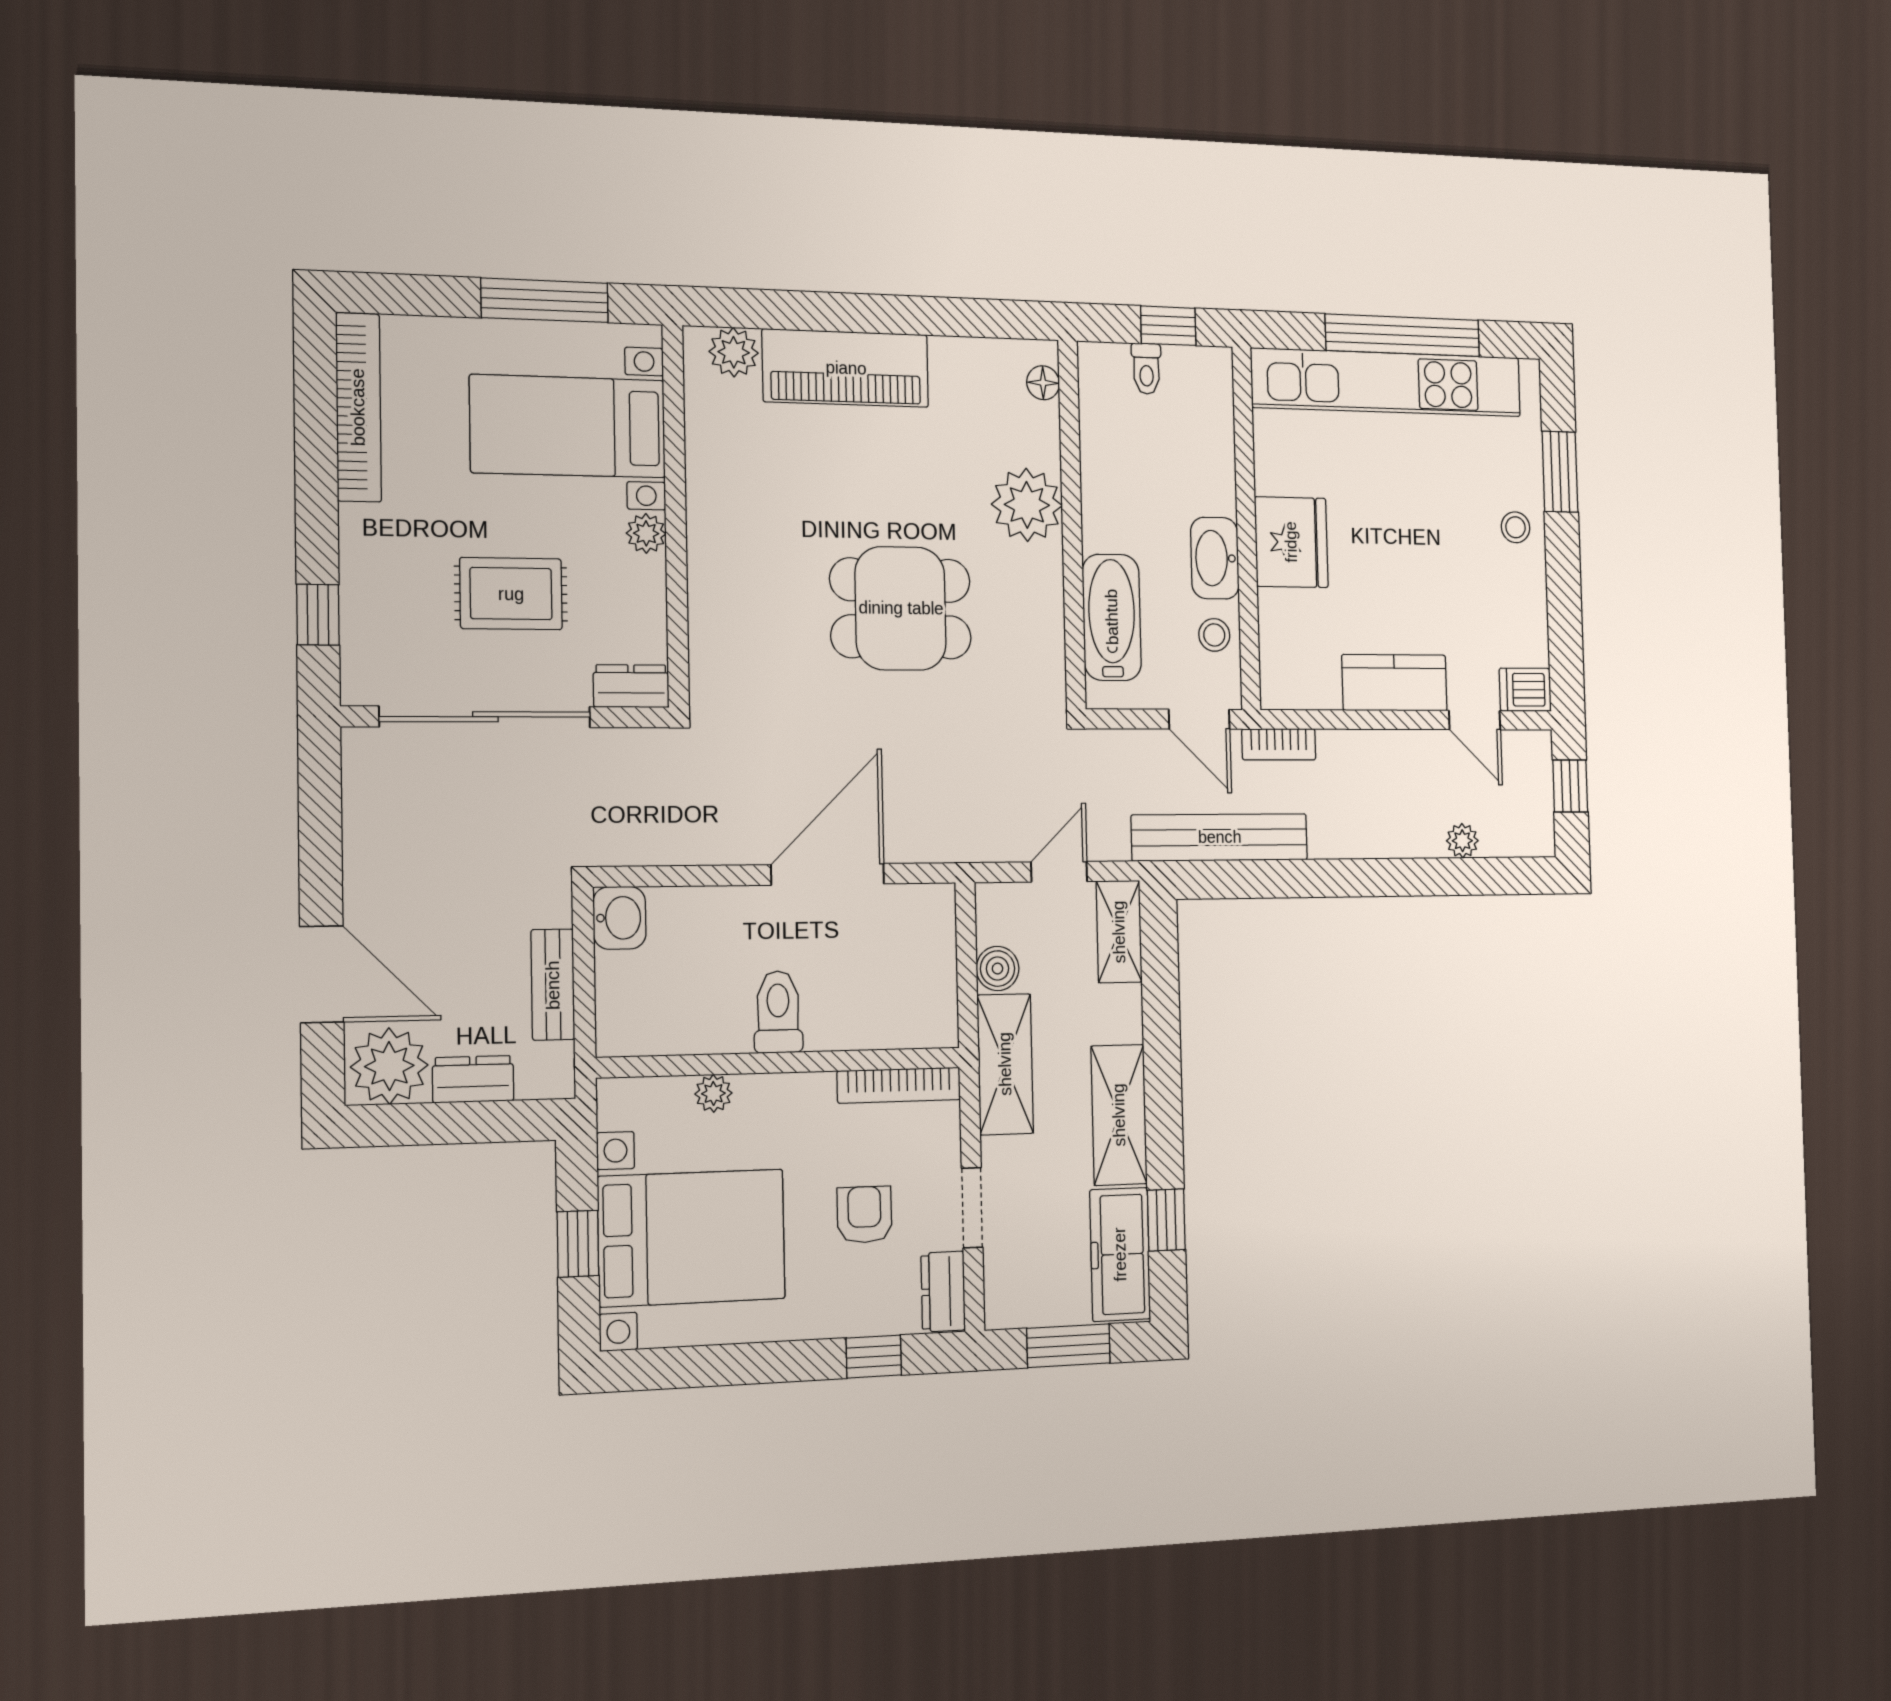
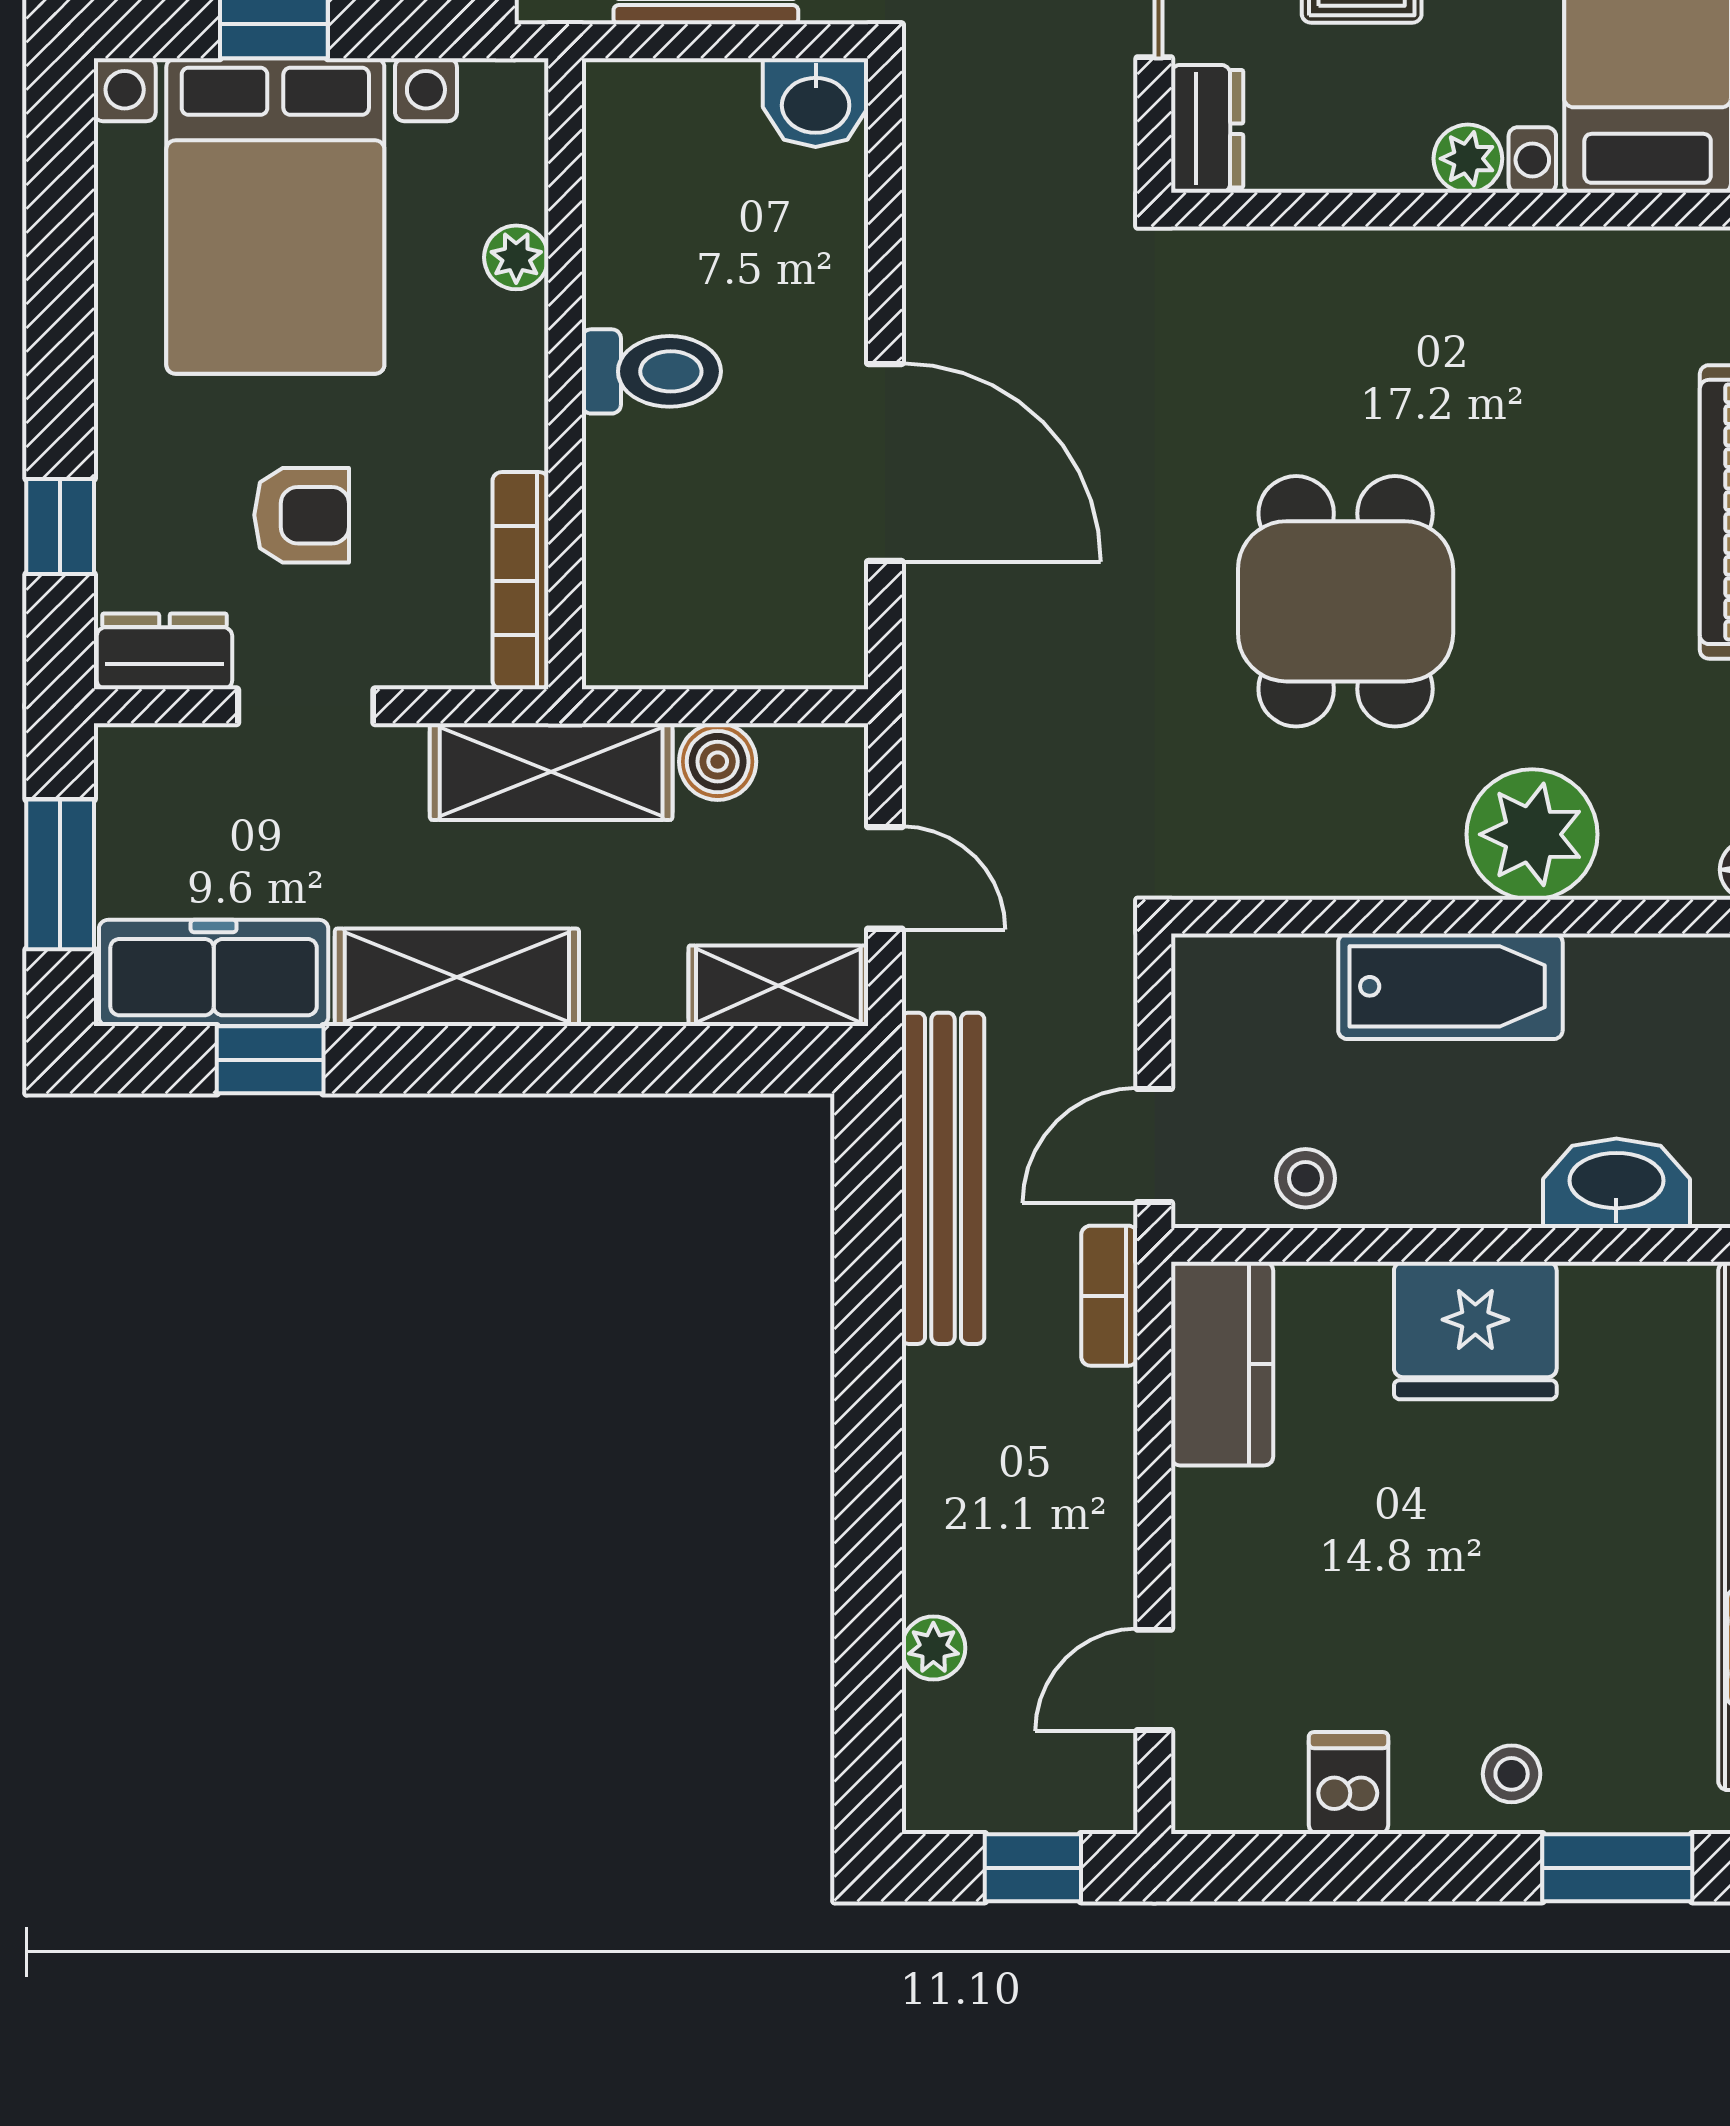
washbasin: (1215, 558) -> (1616, 1183), moved
bathtub: (1112, 617) -> (1450, 986), moved
kitchen counter: (1395, 683) -> (1222, 1364), moved
dishwasher: (1525, 690) -> (1349, 1783), moved

